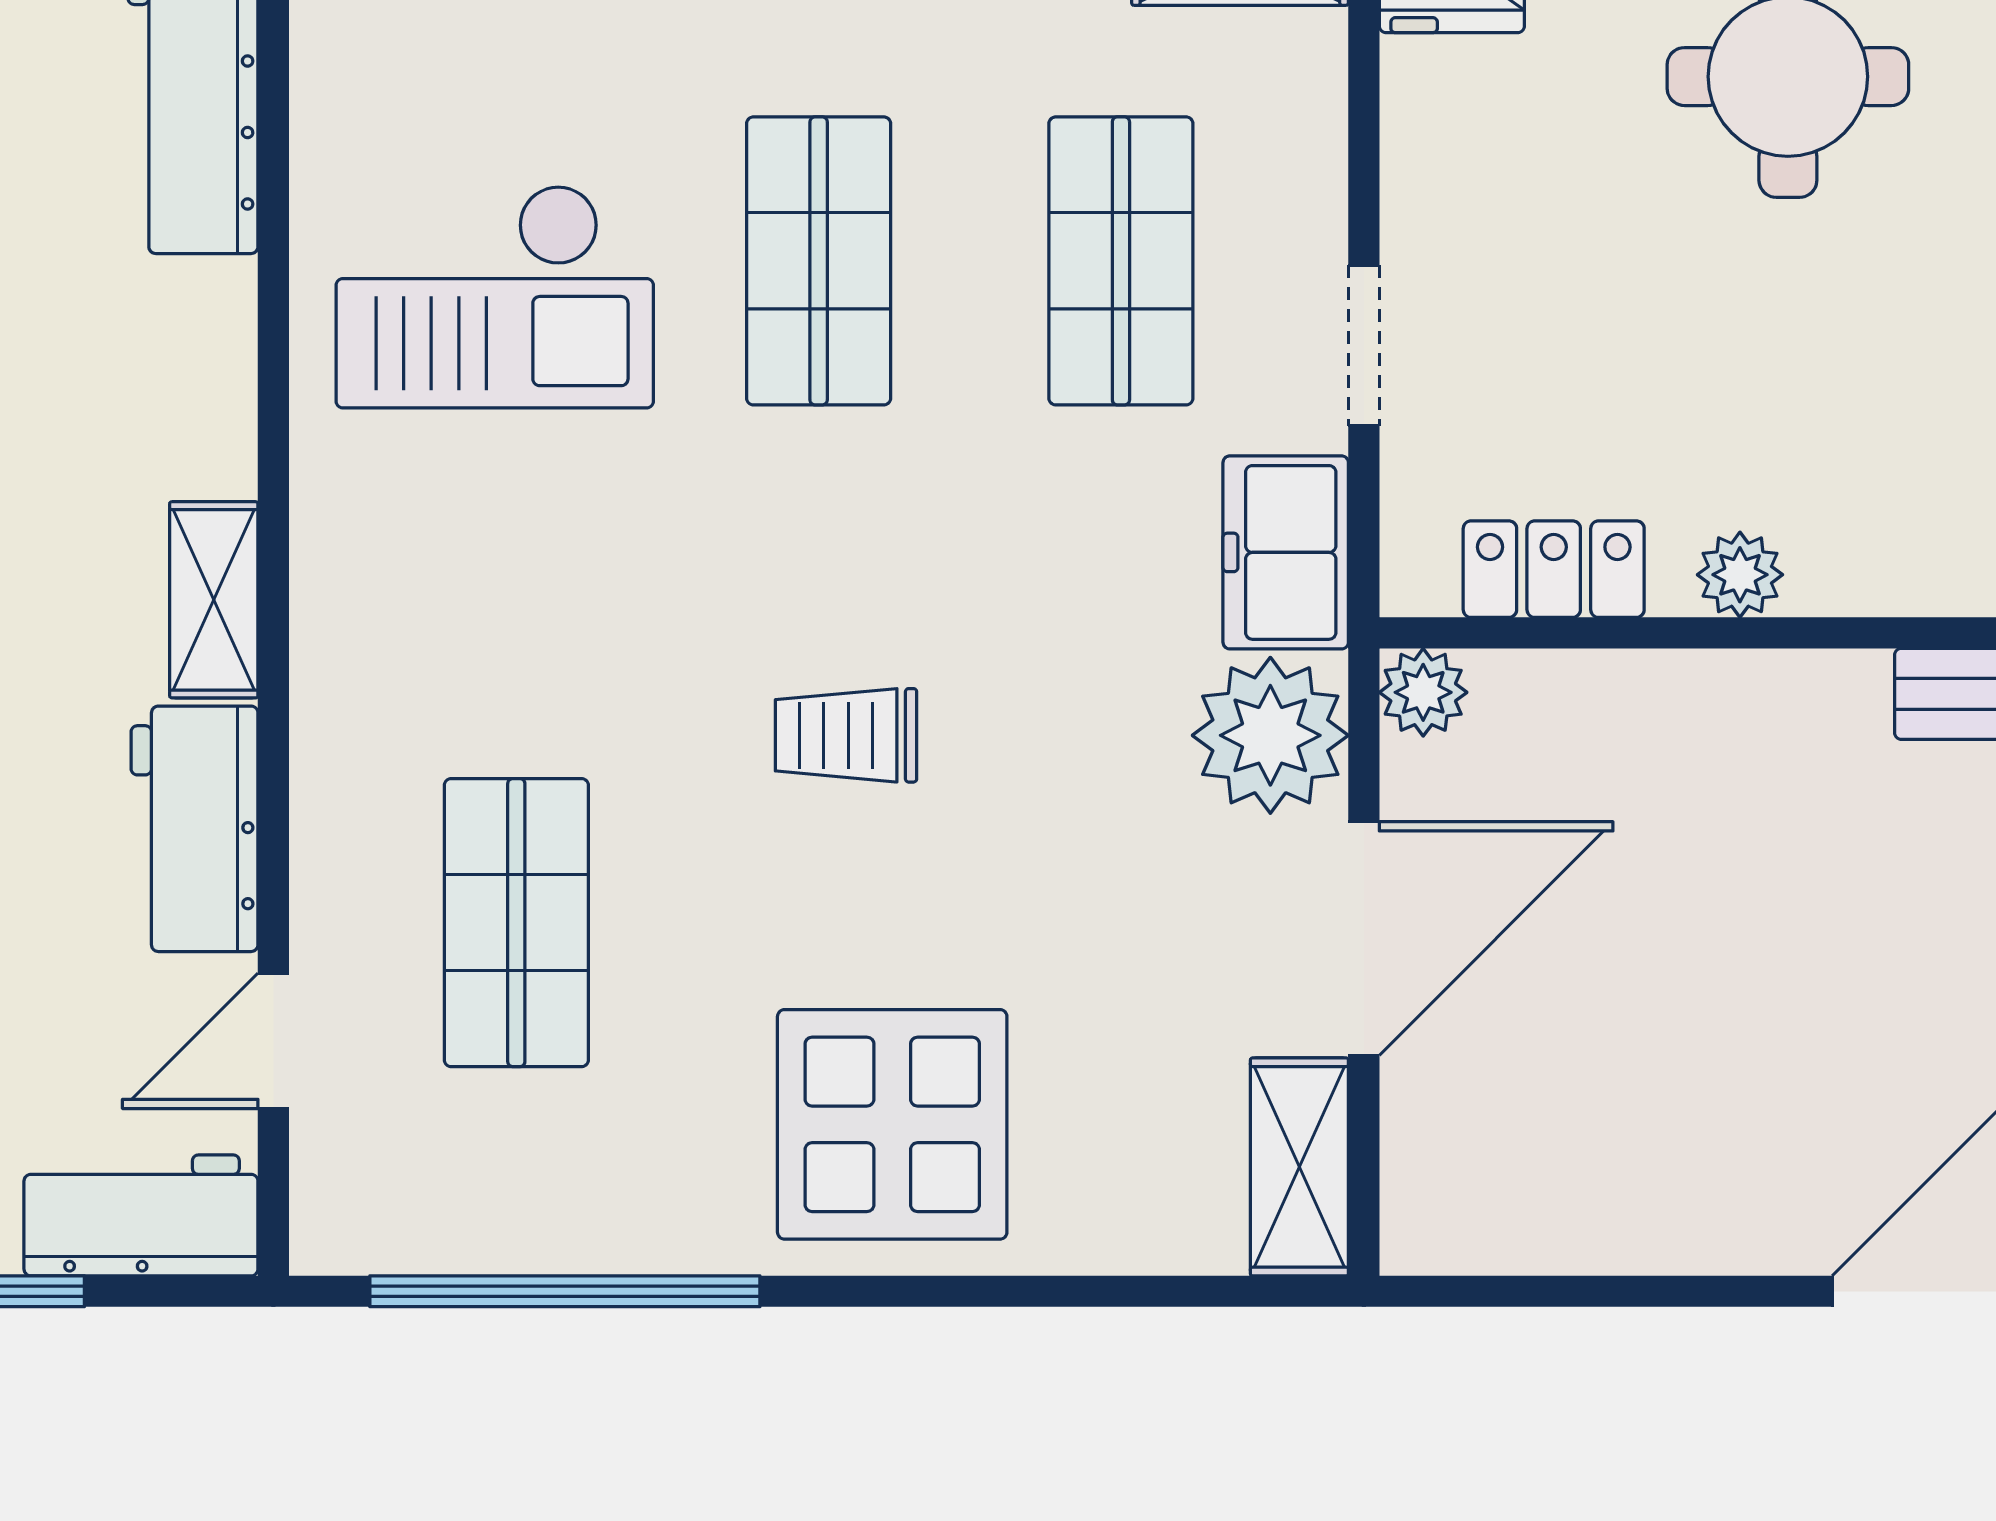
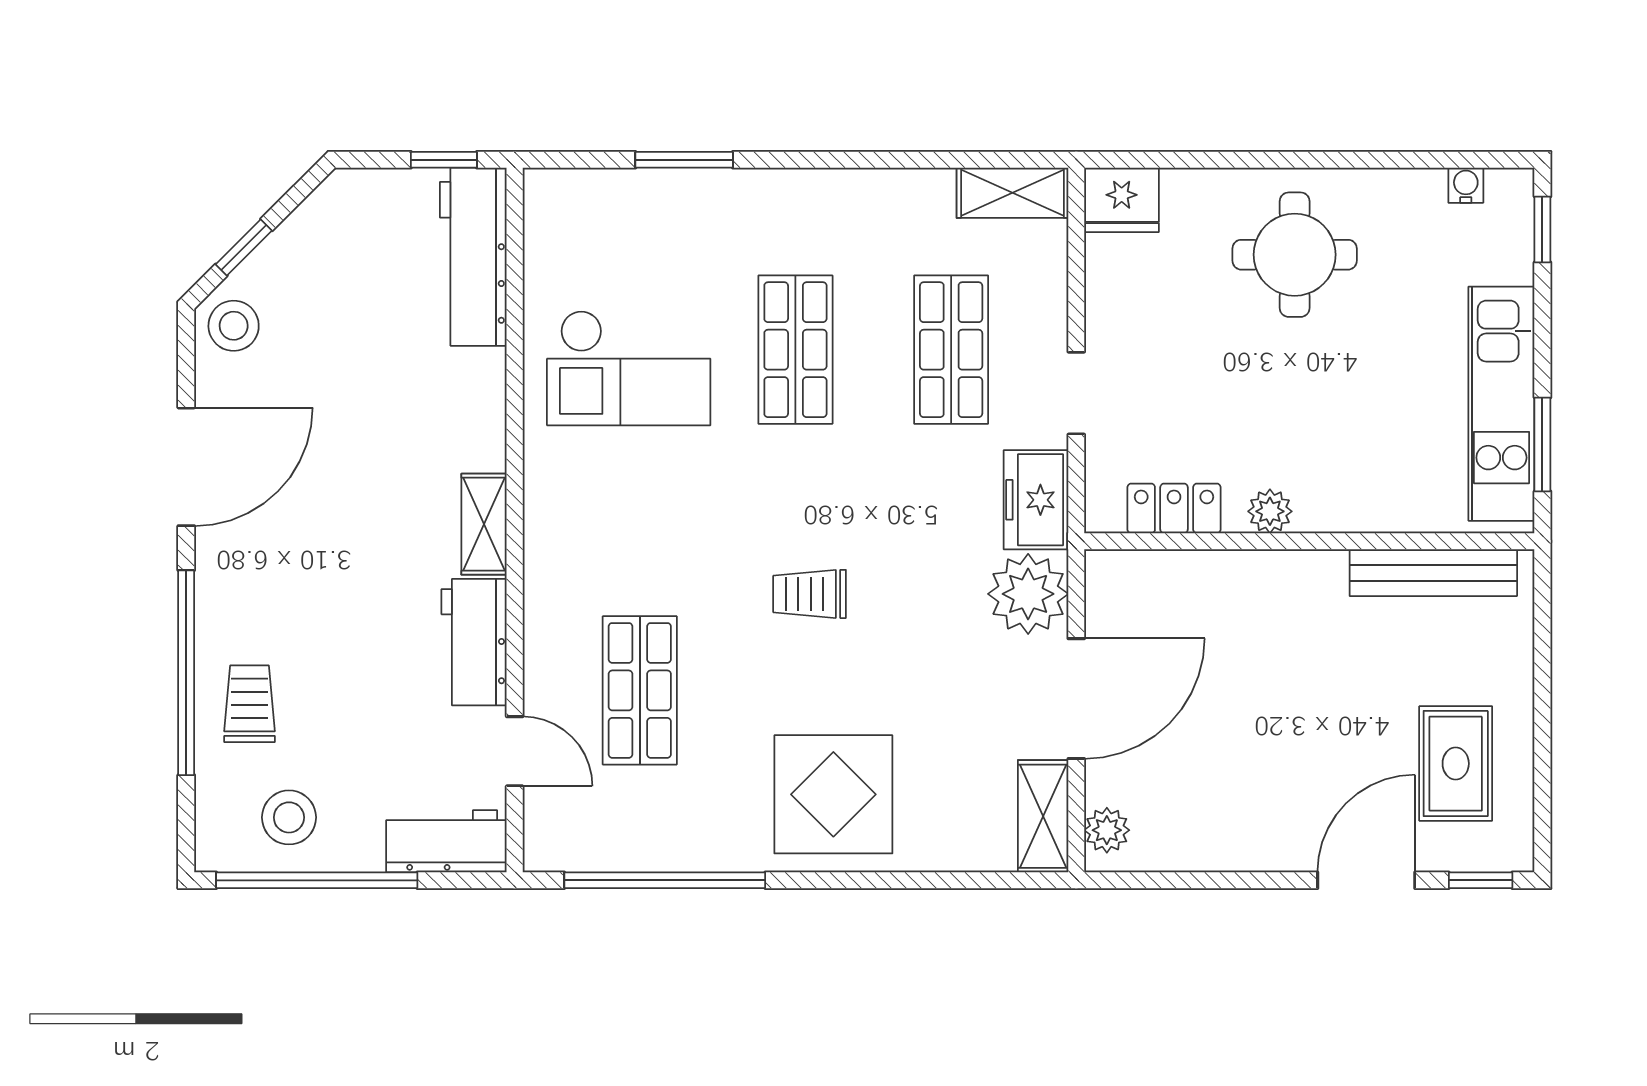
plant: (1423, 692) -> (1107, 830), moved
door: (273, 1041) -> (515, 751), swing flipped

